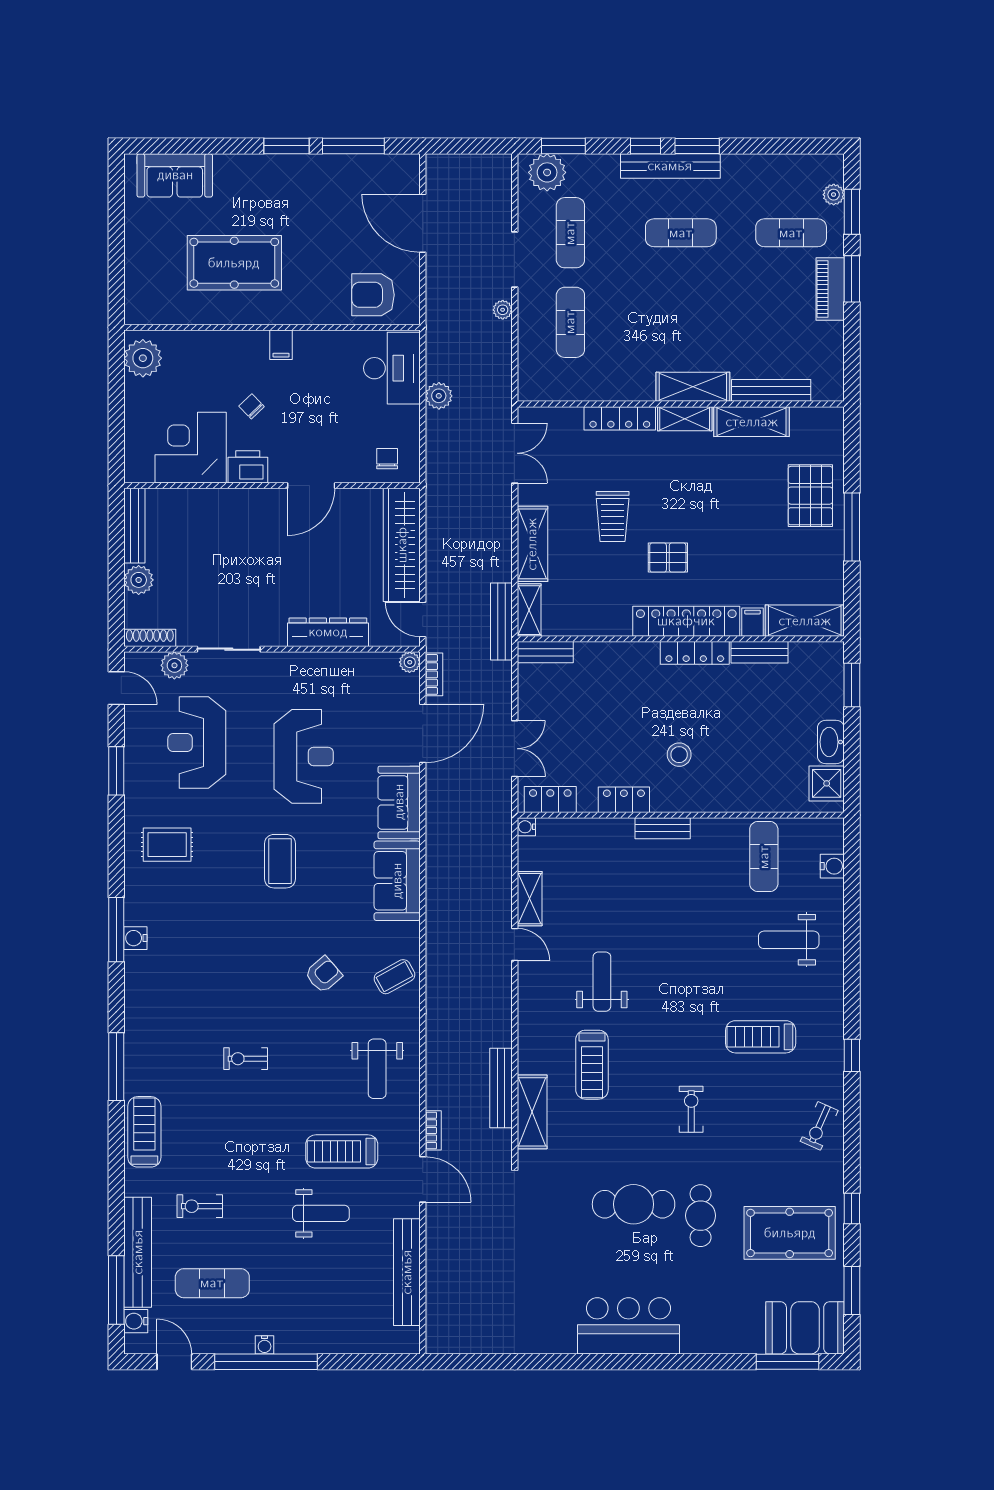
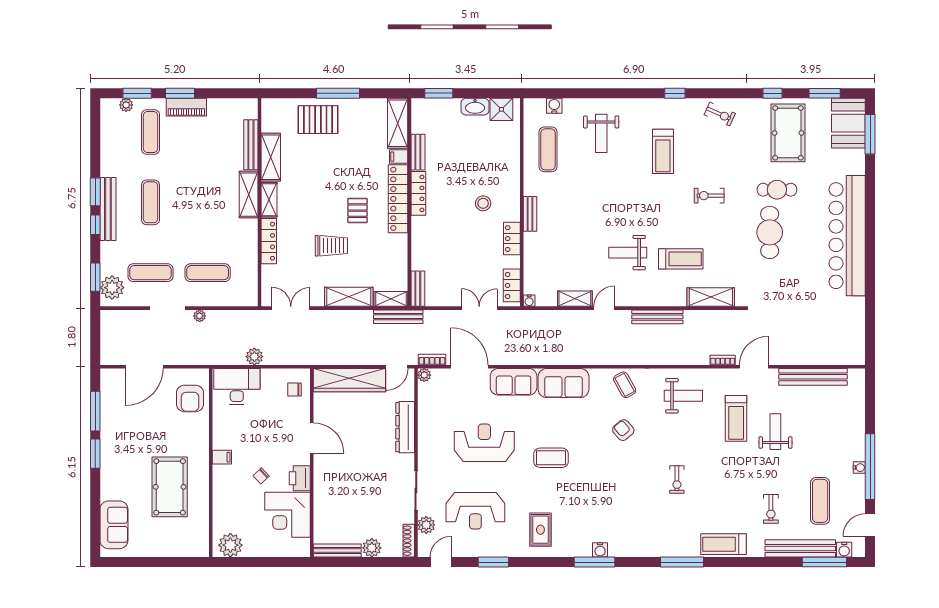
exercise mat: (764, 857) -> (548, 149), turned 90
bench: (501, 1088) -> (657, 317), moved
bar counter: (628, 1326) -> (847, 236), width x1.86

